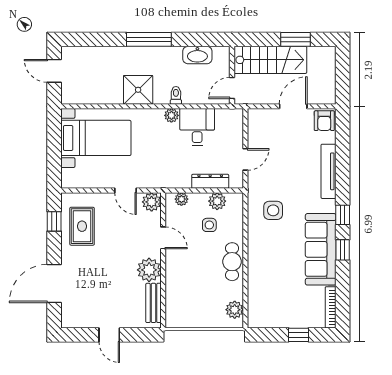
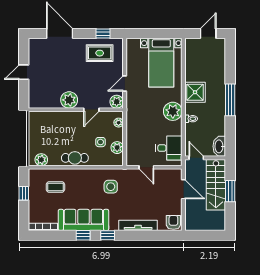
window: (296, 39) -> (230, 191), moved
washbasin: (197, 55) -> (219, 146), moved
door: (293, 106) -> (183, 189), moved
plant: (171, 115) -> (173, 111), width x1.87, depth x1.87
armchair: (324, 121) -> (173, 222), turned 90
desk: (197, 127) -> (169, 148), moved
dresser: (210, 181) -> (131, 143), removed
coffee table: (274, 289) -> (55, 187), added
bench: (153, 303) -> (46, 103), removed
window: (298, 335) -> (24, 193), moved

